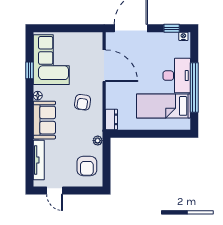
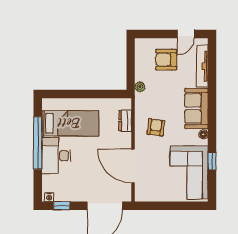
dresser: (111, 119) -> (125, 121), moved
armchair: (87, 166) -> (166, 60), moved, turned -90
door: (55, 190) -> (186, 34), swing flipped

